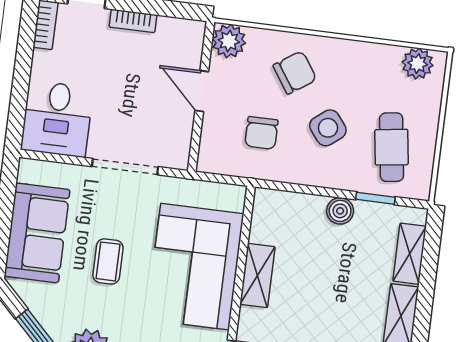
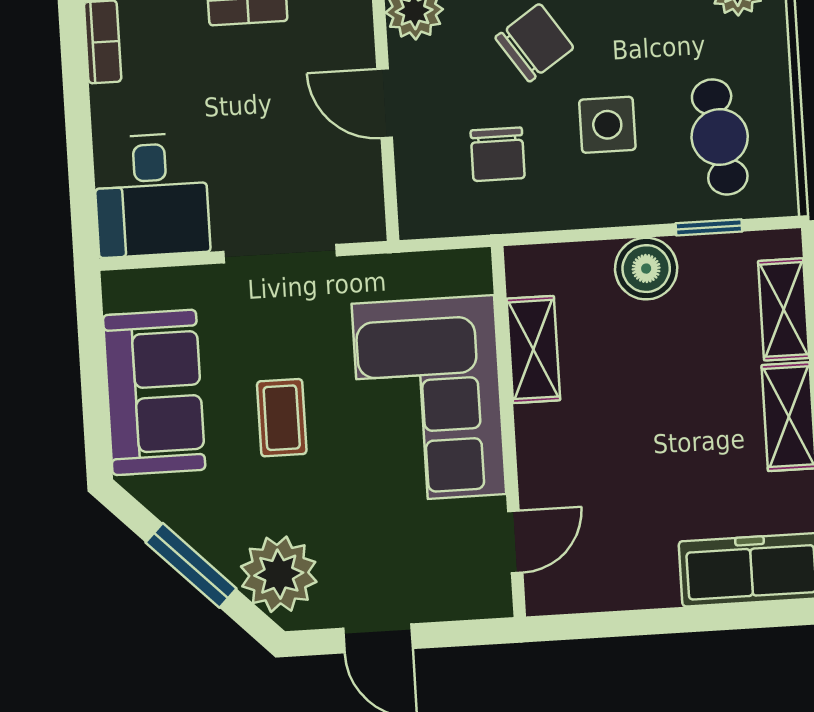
side table: (328, 128) -> (607, 125), turned 38
boiler: (340, 211) -> (646, 269), width x1.36, depth x1.36
shelving: (257, 275) -> (533, 349), moved

